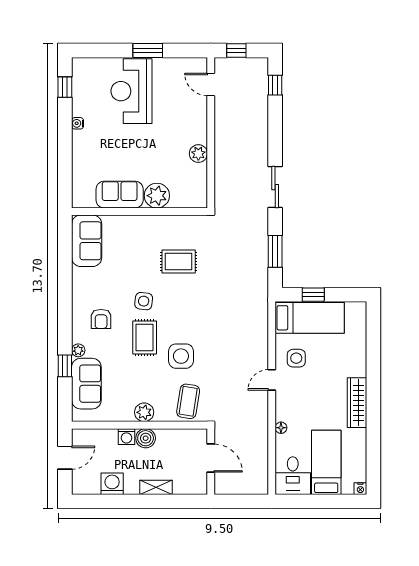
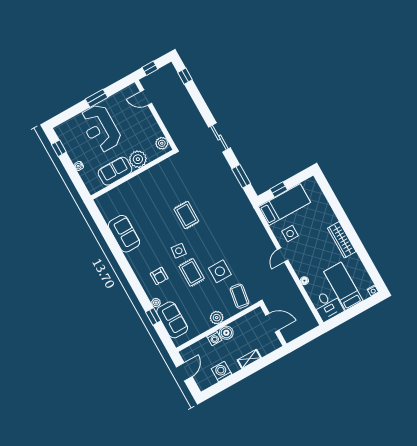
sofa: (120, 195) -> (115, 171), moved
plant: (157, 196) -> (138, 159), moved
wall: (140, 212) -> (133, 175), moved
rug: (179, 261) -> (186, 215), turned 90

